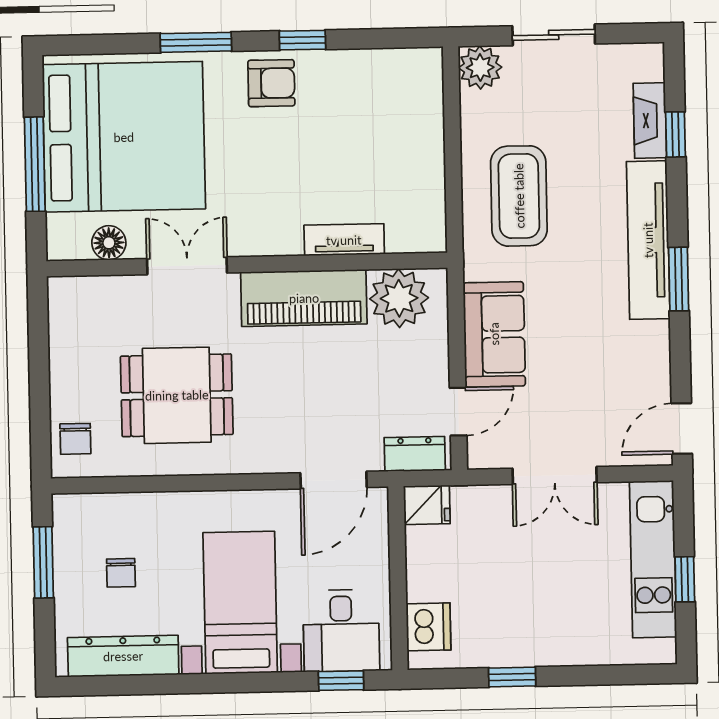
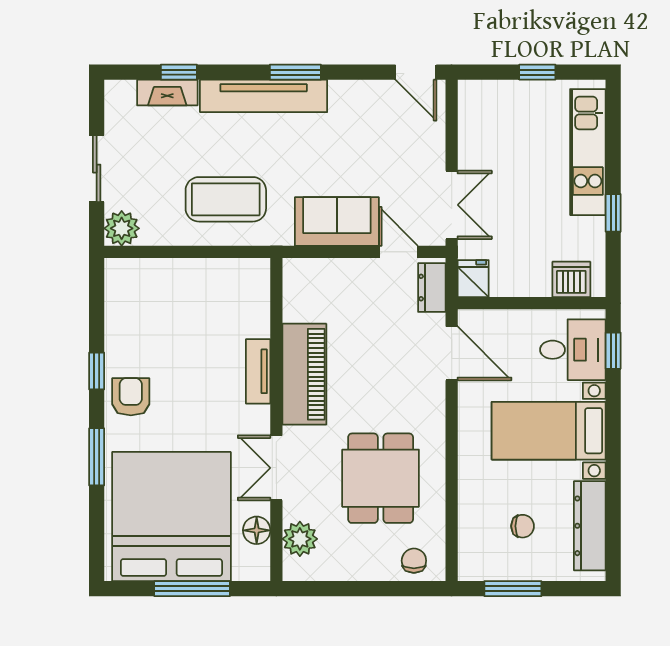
tv unit: (344, 240) -> (258, 371), moved
plant: (399, 298) -> (300, 539), moved, width x0.73, depth x0.73
chair: (75, 439) -> (414, 561), turned -90
double door: (555, 476) -> (452, 205), moved
kitchen unit: (653, 559) -> (588, 152), moved, turned 90

